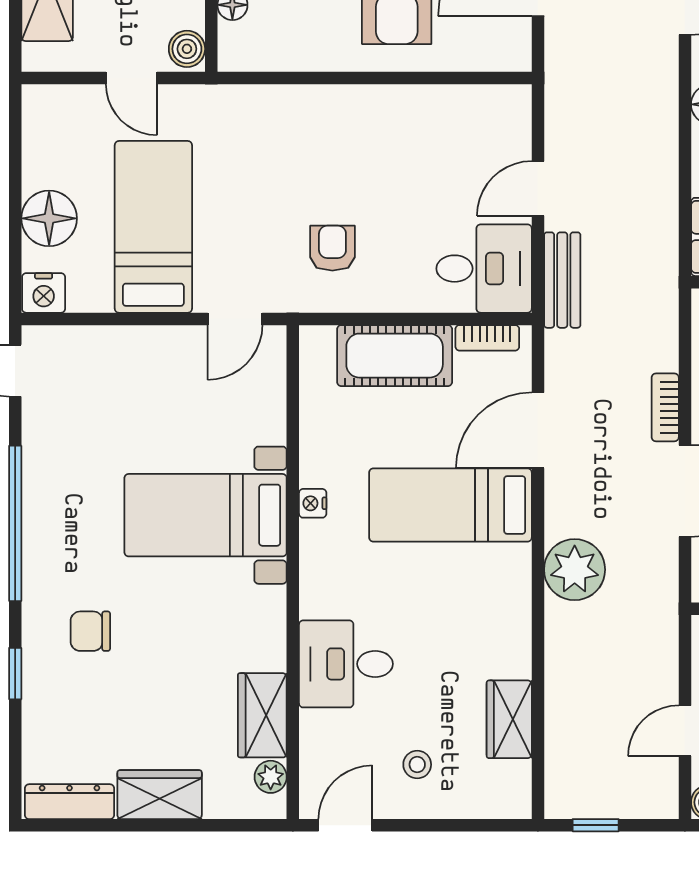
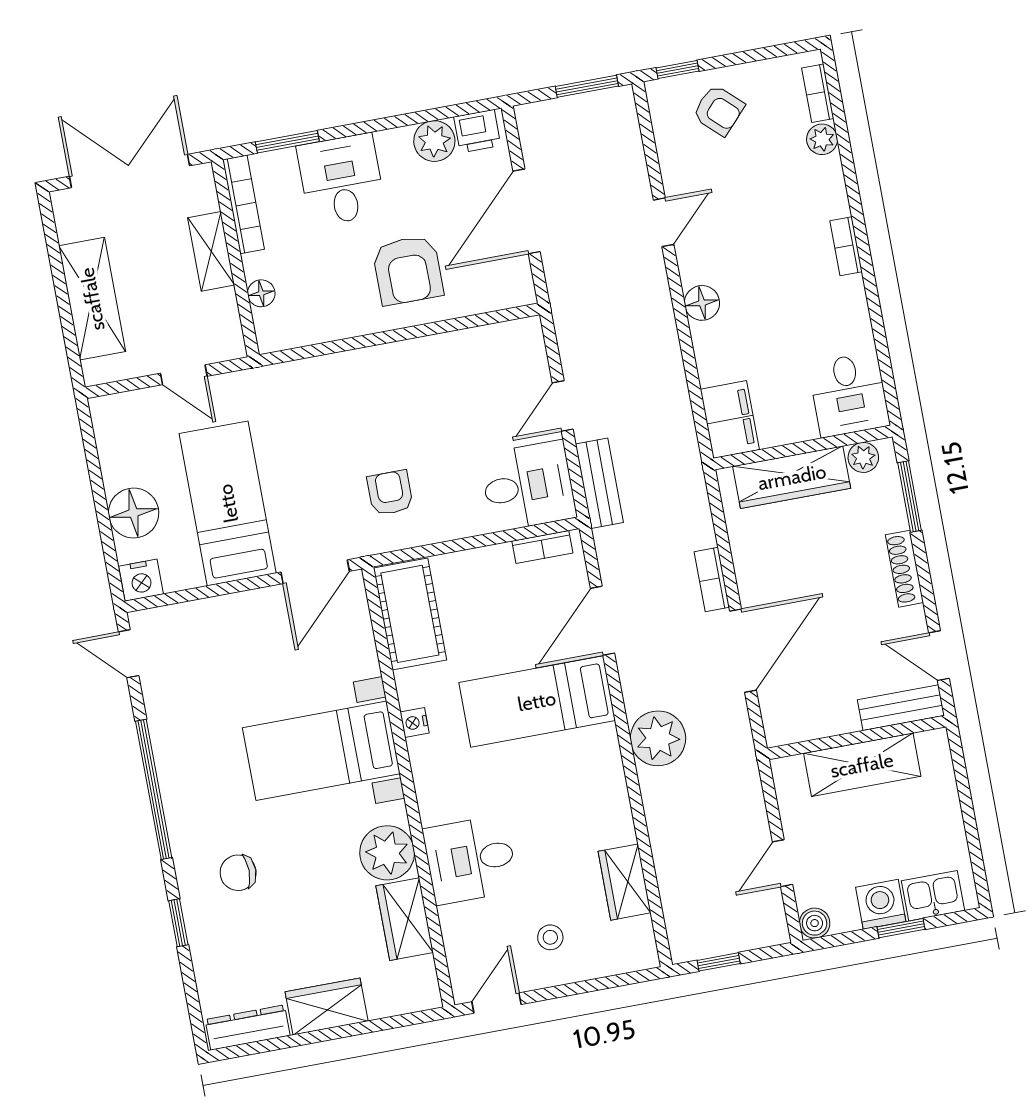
boiler: (187, 49) -> (228, 340), removed
door: (235, 319) -> (315, 572), width x1.38
cot: (395, 356) -> (410, 614), moved, turned 90
plant: (271, 777) -> (387, 853), moved, width x1.87, depth x1.87

